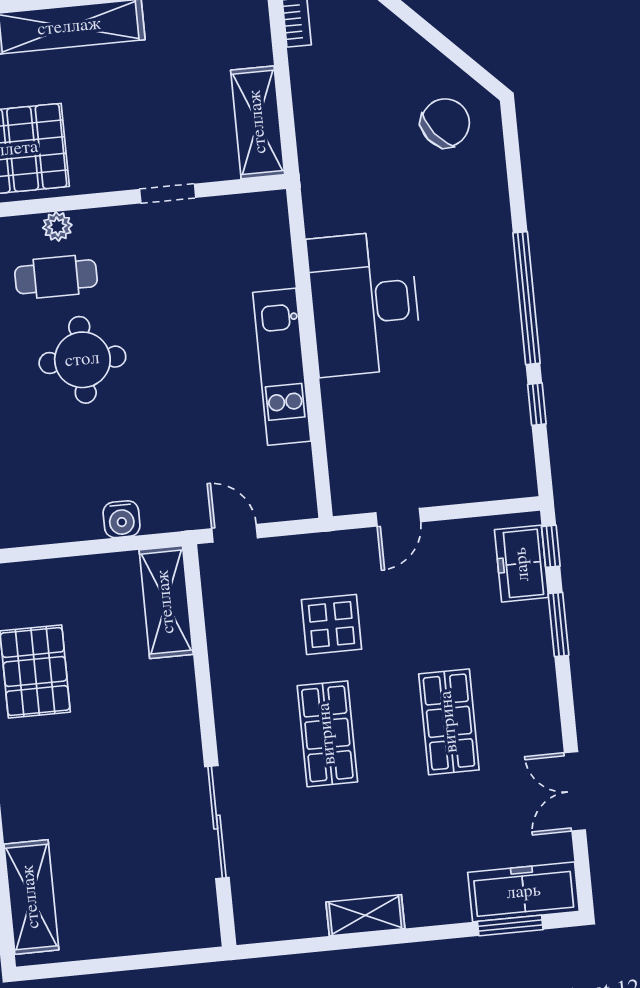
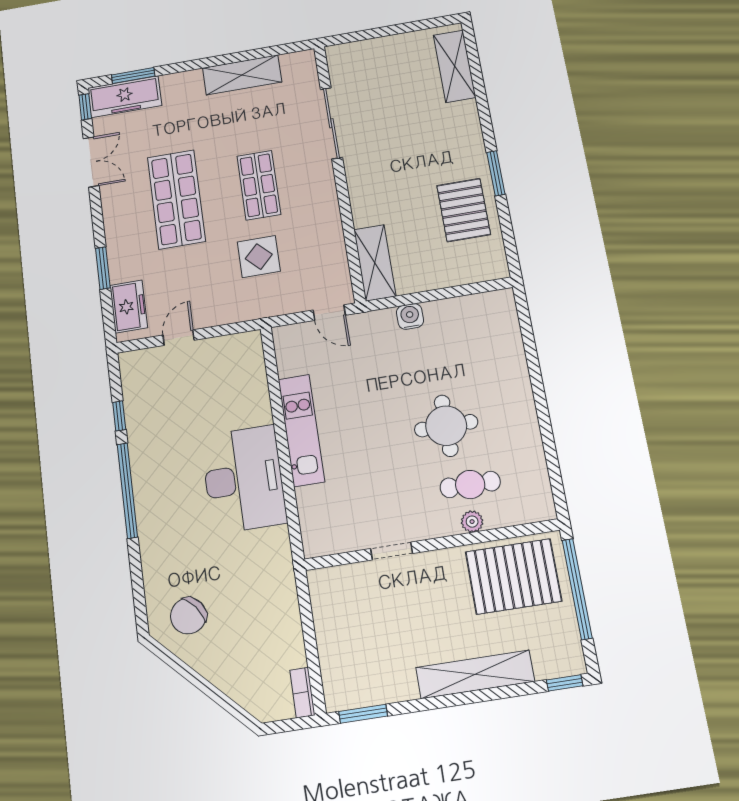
shelving: (258, 122) -> (327, 608), removed
door: (398, 517) -> (179, 338), moved
window: (551, 546) -> (85, 107), moved
shop shelf: (449, 722) -> (176, 199), width x1.43, depth x1.36
shelving: (365, 915) -> (242, 75), width x1.50, depth x1.33

